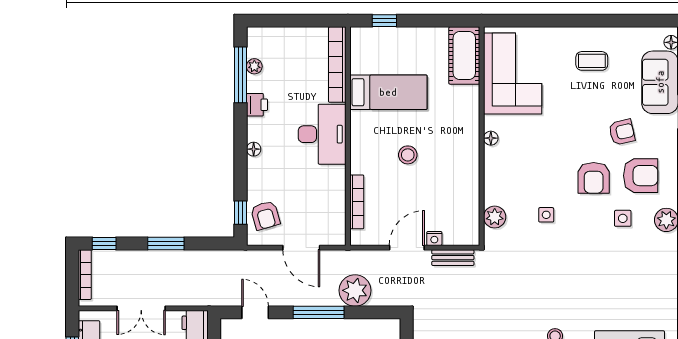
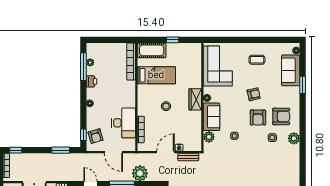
window: (384, 21) -> (173, 40), moved
cot: (464, 56) -> (152, 50), moved, turned 90
armchair: (622, 132) -> (254, 94), moved
desk: (322, 134) -> (124, 123), moved
wardrobe: (467, 141) -> (195, 99), added
sofa: (500, 176) -> (212, 117), added
window: (166, 244) -> (61, 150), moved

